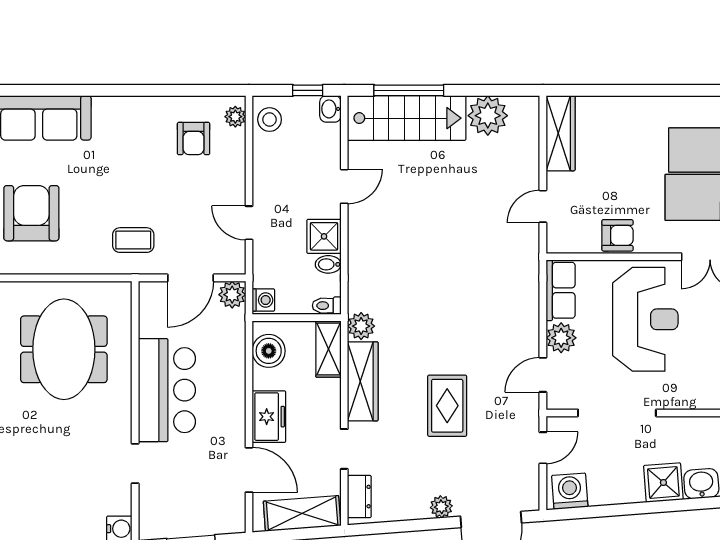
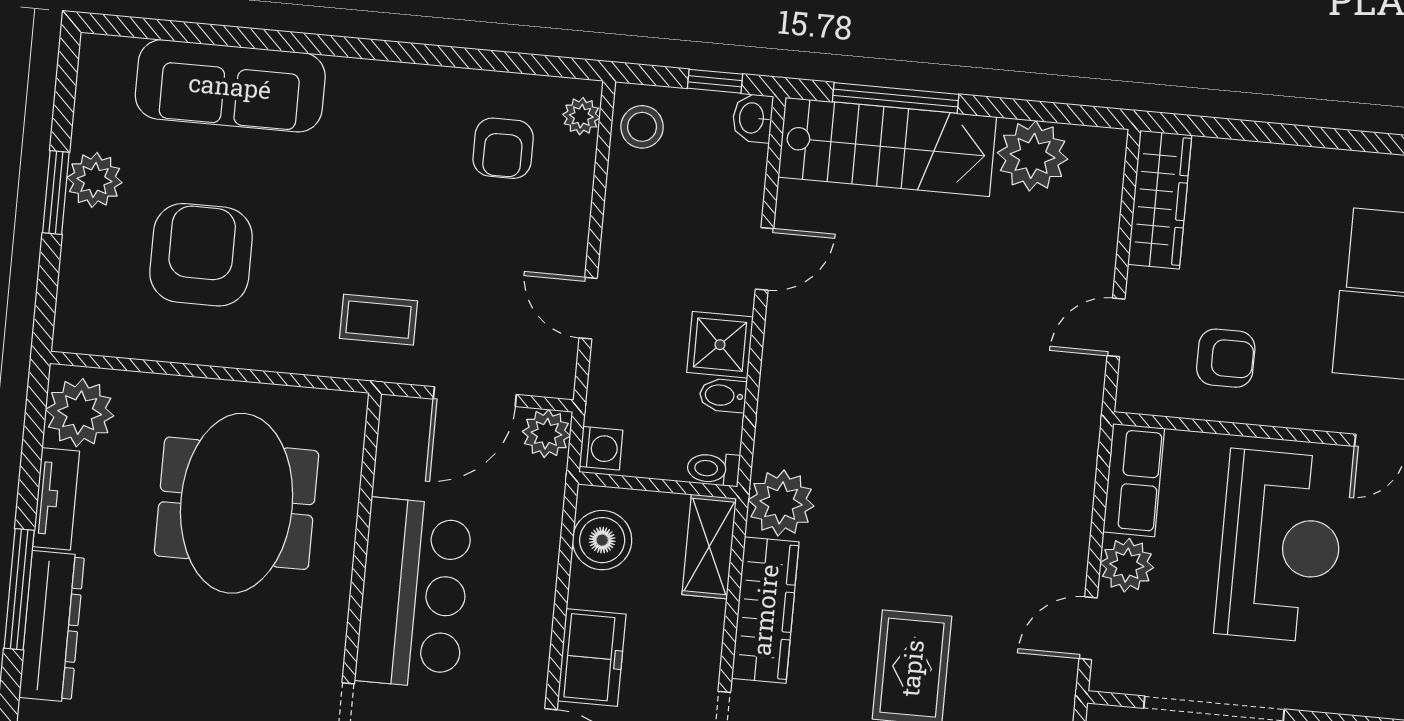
armchair: (617, 235) -> (1226, 358), moved
plant: (361, 326) -> (781, 503), width x1.36, depth x1.36

